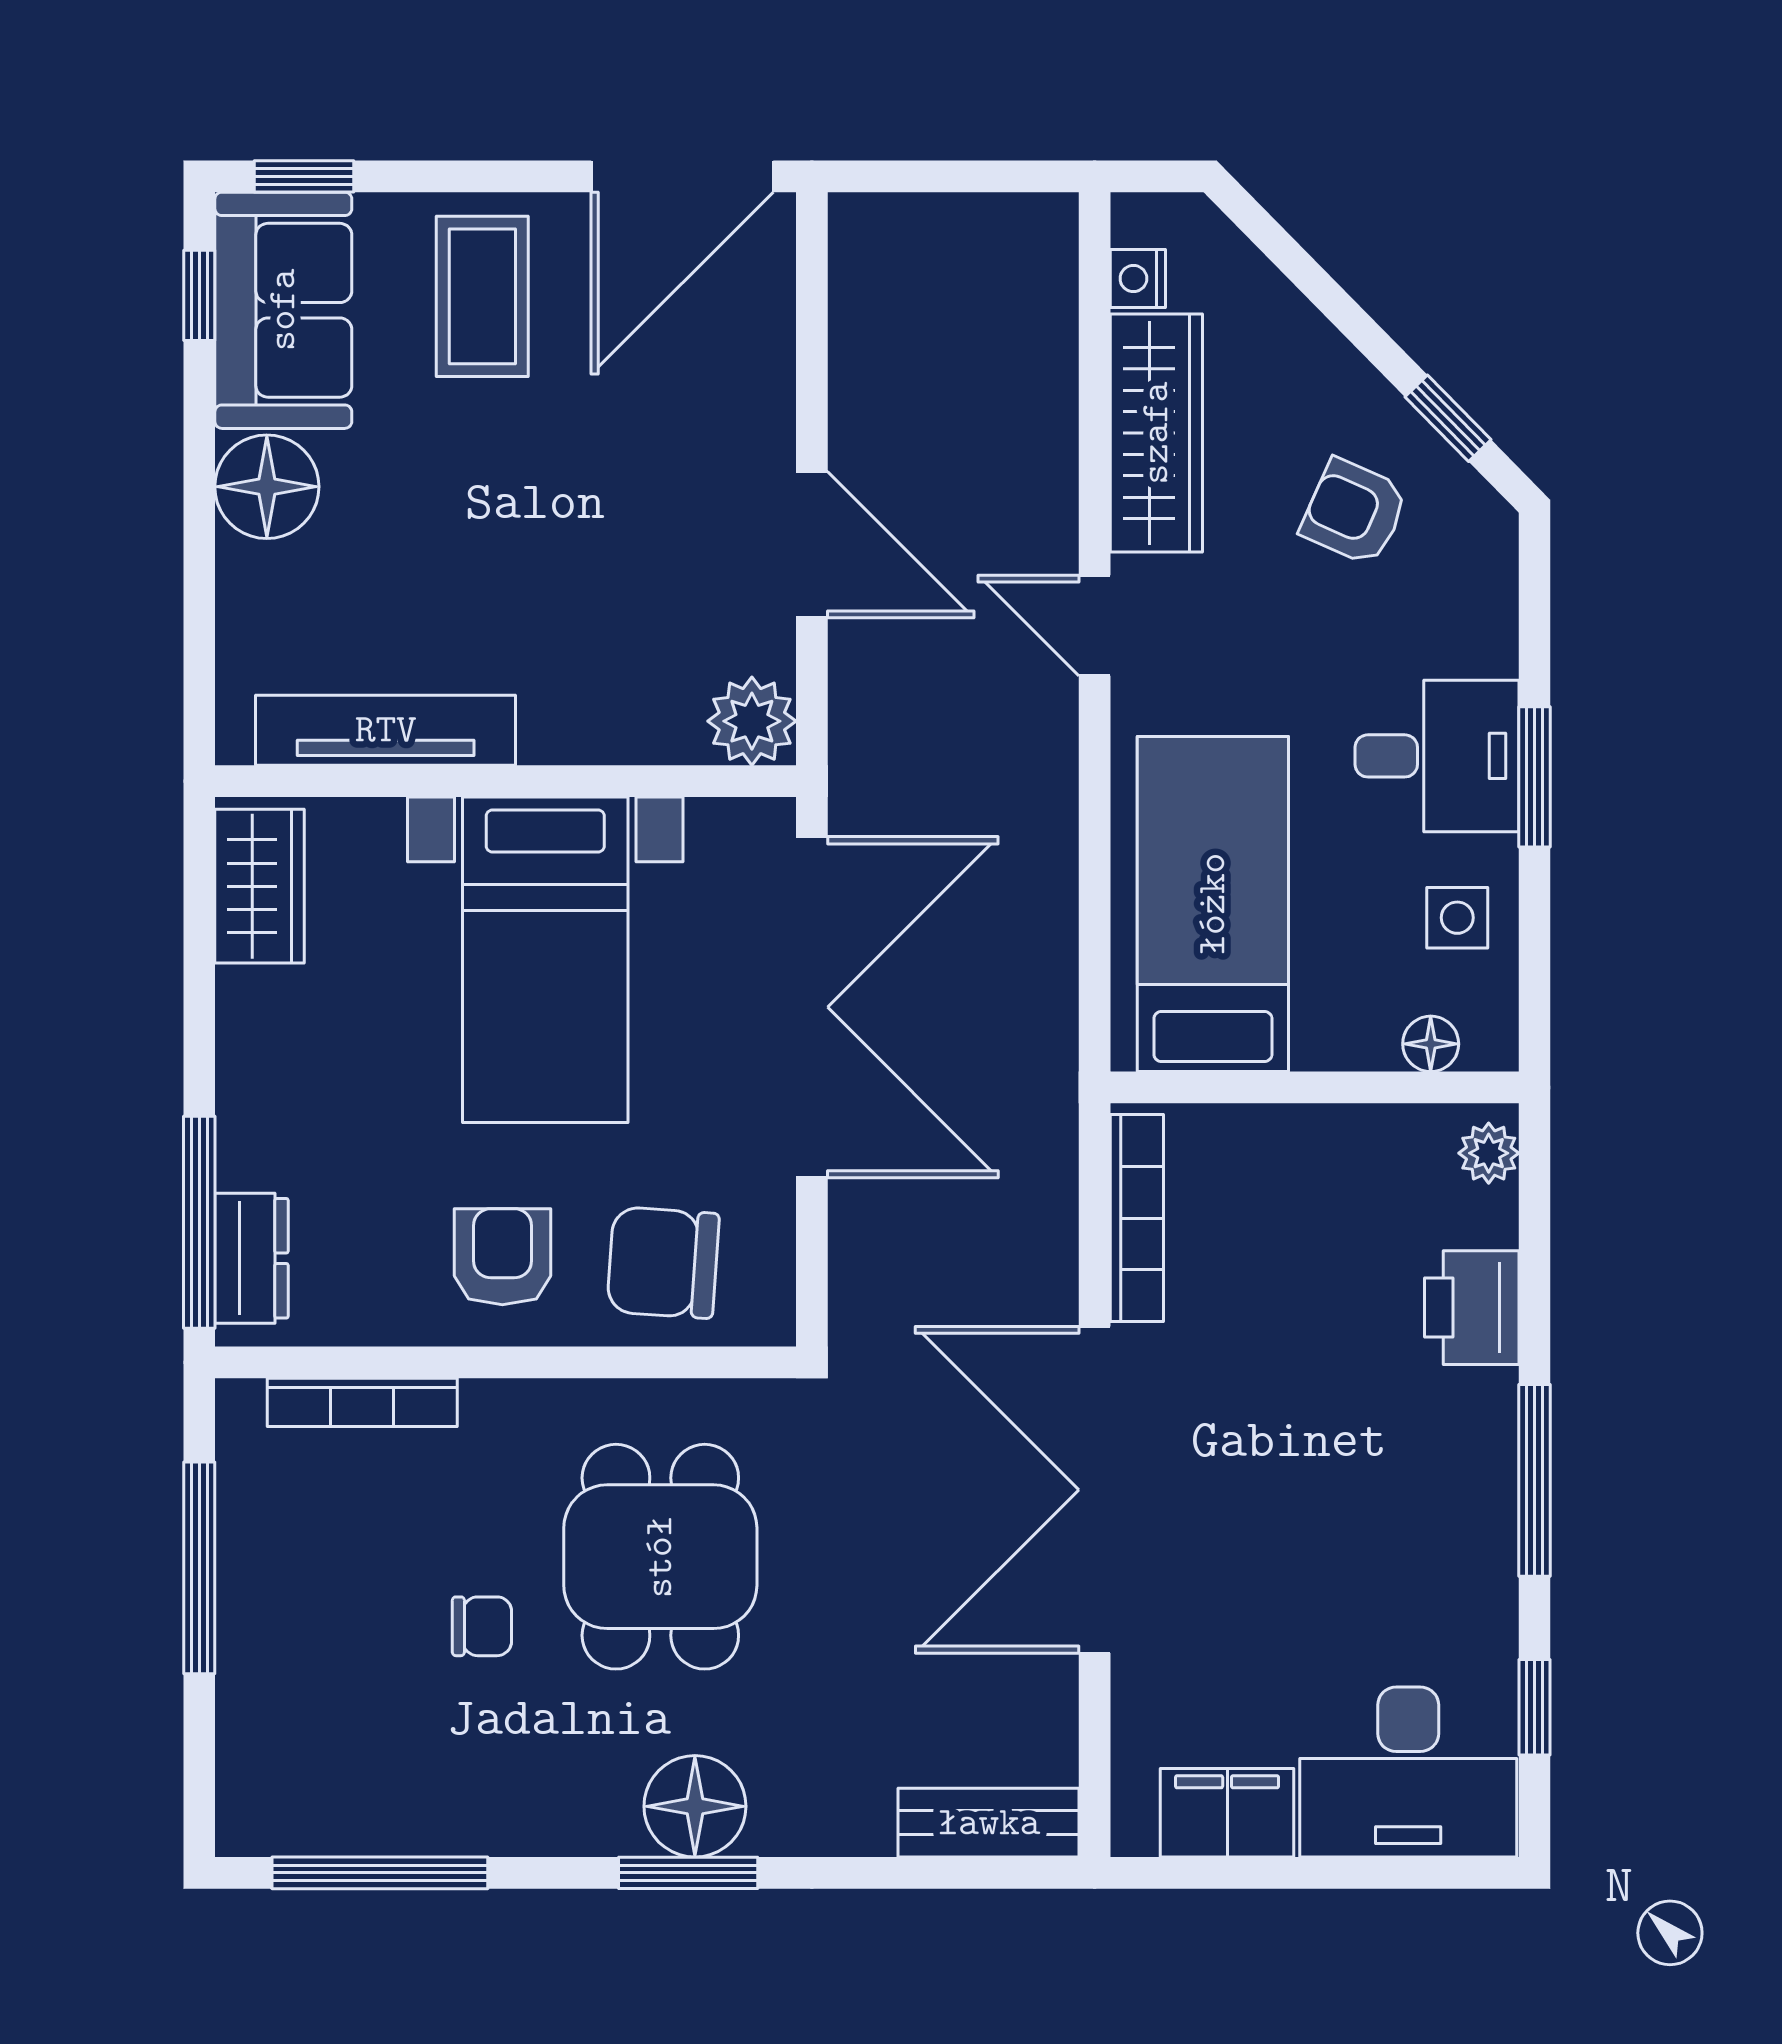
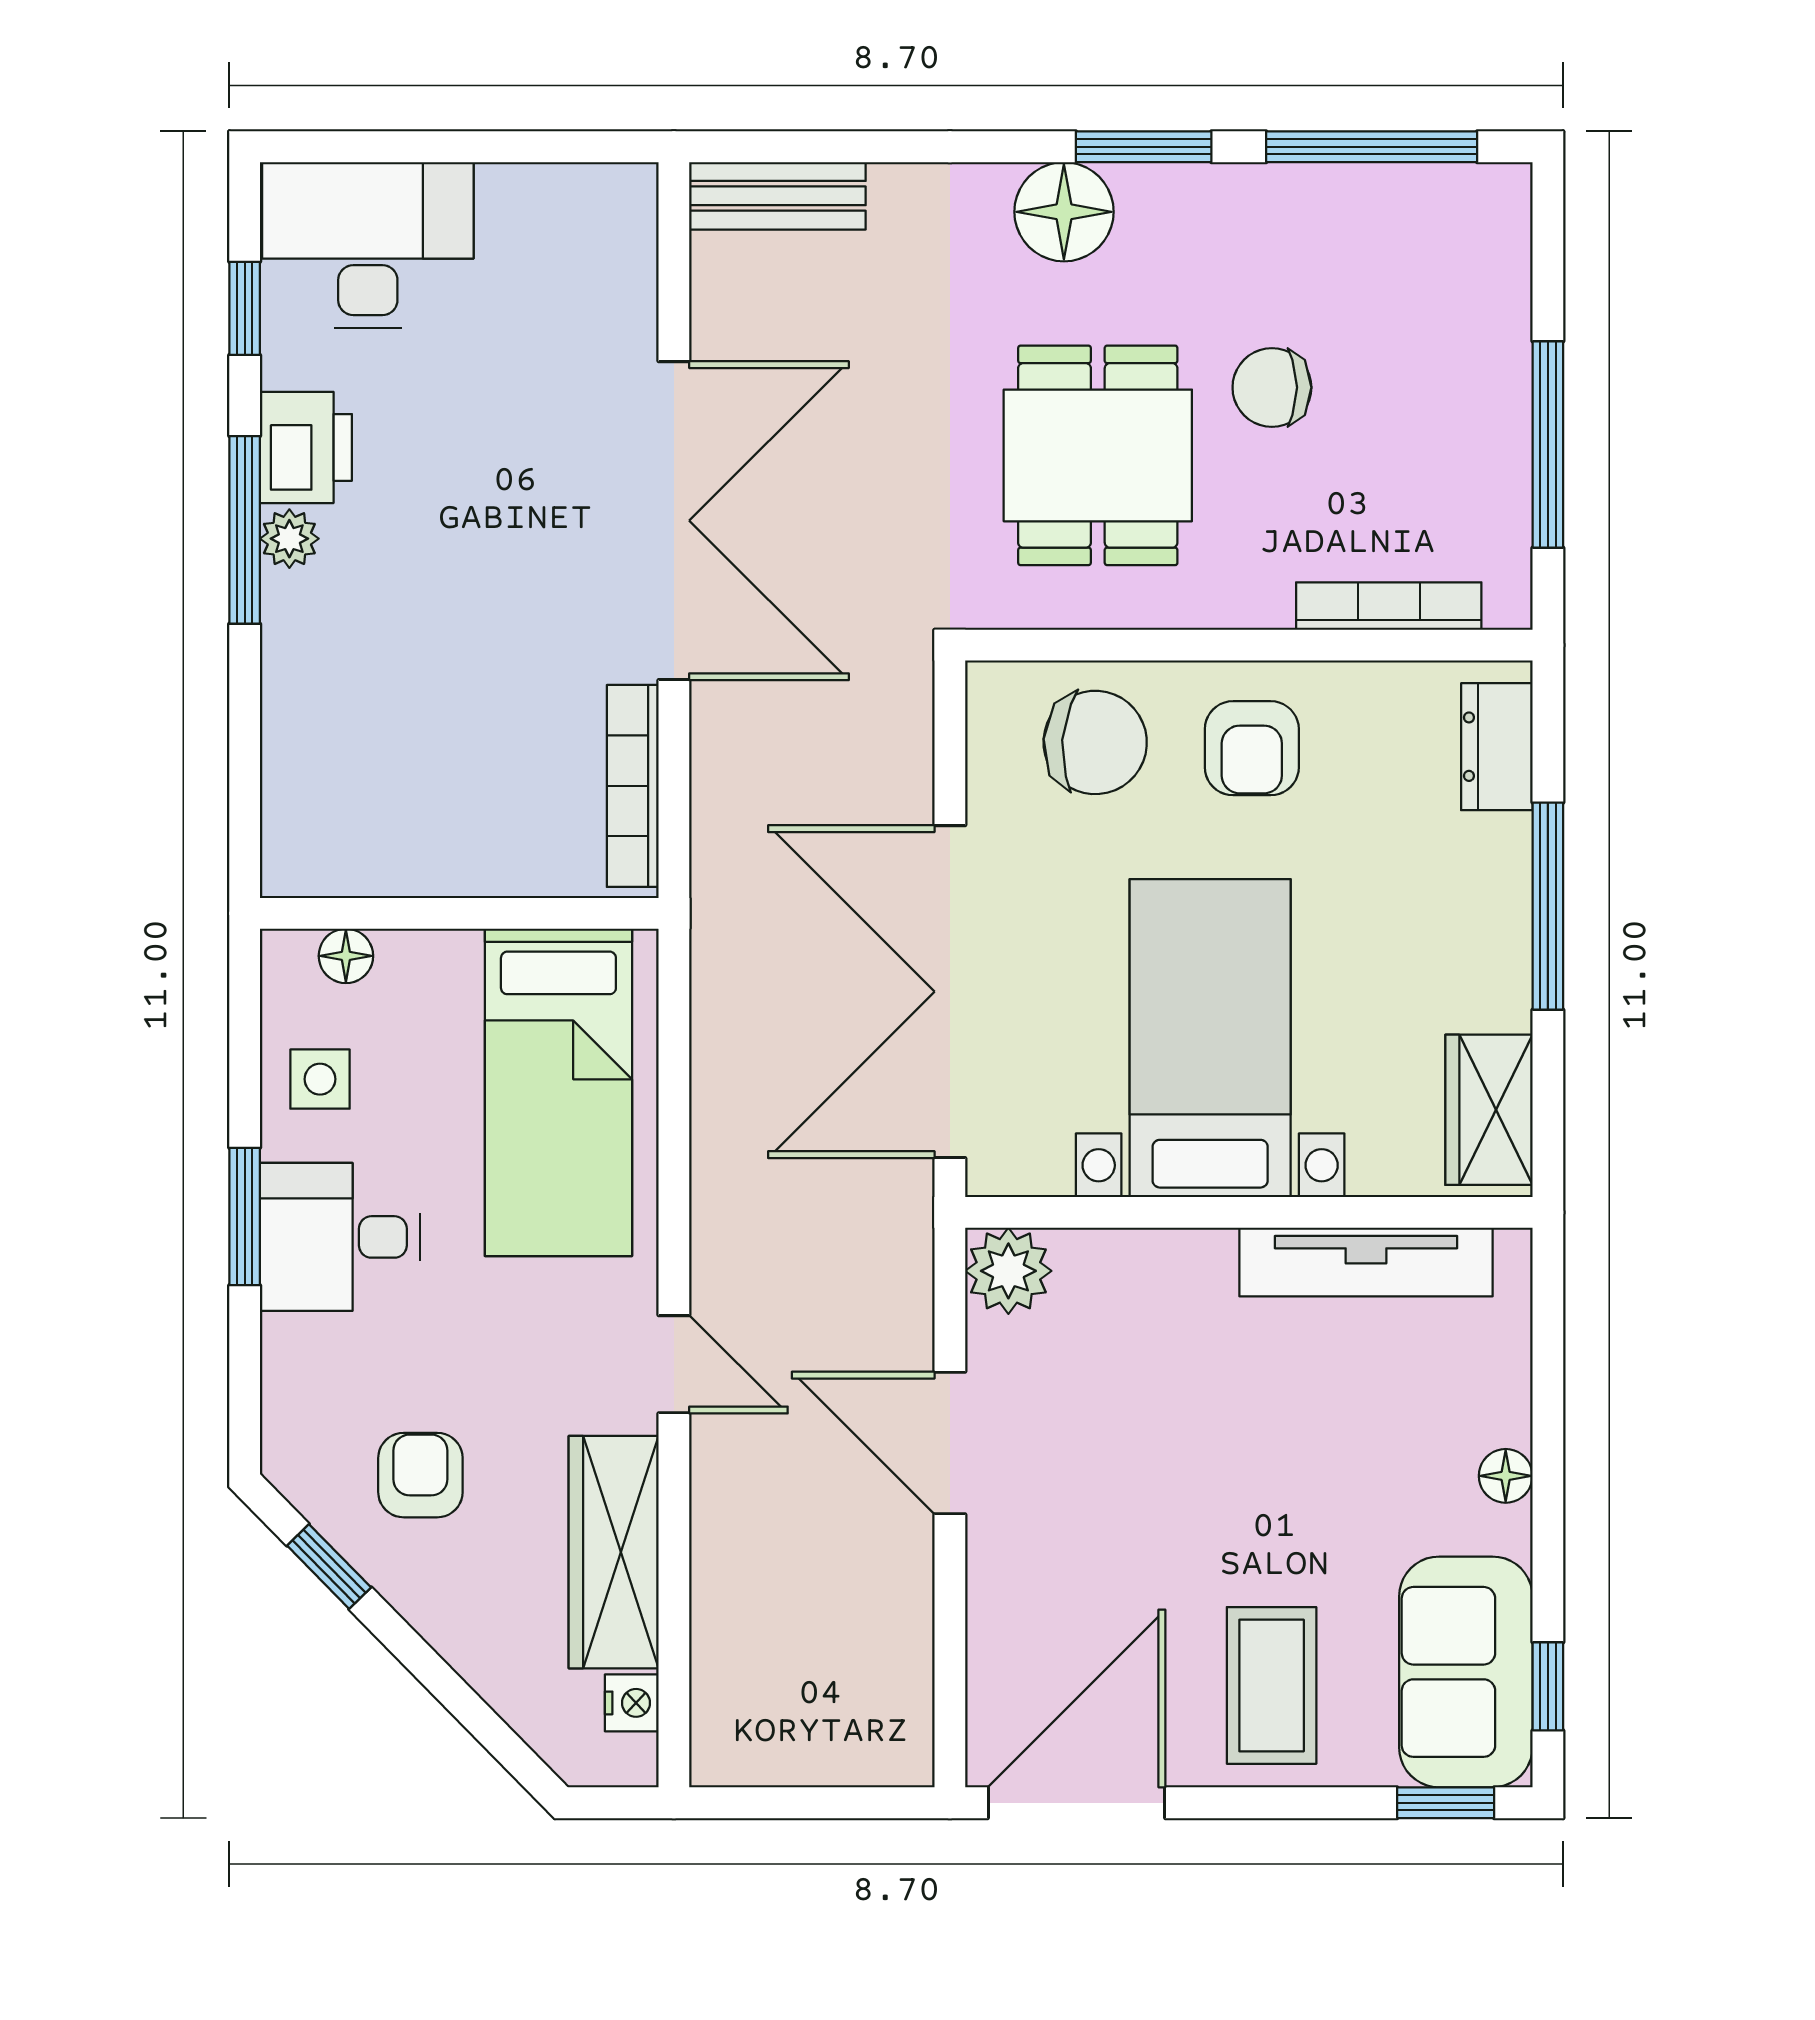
floor lamp: (267, 487) -> (1506, 1476), width x0.53, depth x0.53
armchair: (1354, 512) -> (420, 1475), turned -114
plant: (1489, 1153) -> (289, 539), moved
window: (199, 1222) -> (1548, 906), moved
printer: (1472, 1308) -> (306, 447), moved
chair: (482, 1626) -> (1272, 387), width x1.37, depth x1.37
filing cabinet: (1227, 1813) -> (545, 205), removed
window: (688, 1873) -> (1144, 147), moved

